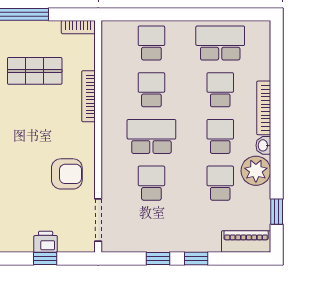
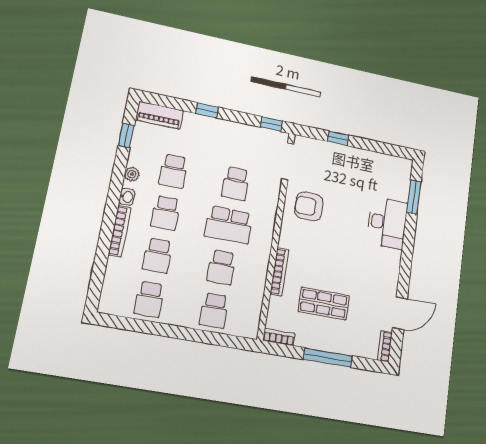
school desk: (220, 43) -> (149, 299), width x0.54
plant: (256, 171) -> (132, 174), width x0.53, depth x0.53
printer: (46, 242) -> (336, 152), removed
window: (158, 259) -> (271, 124), moved

